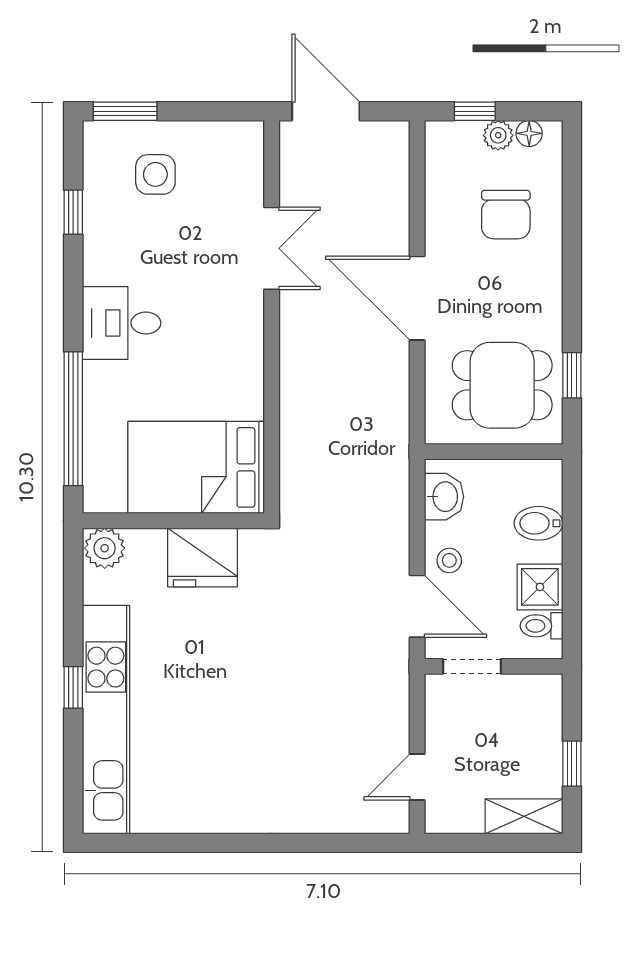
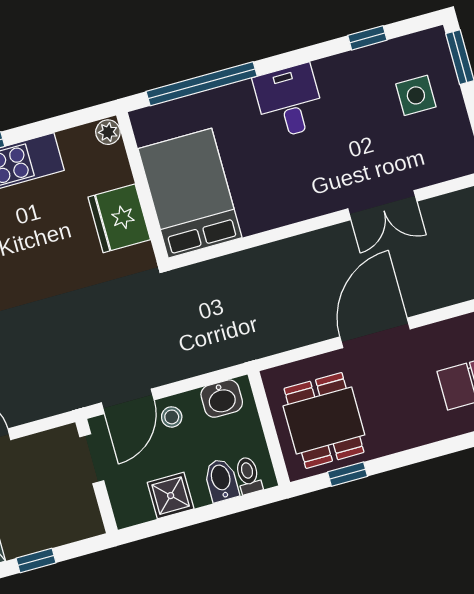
plant: (105, 548) -> (108, 132), width x0.73, depth x0.73
toilet: (541, 626) -> (248, 475), moved

